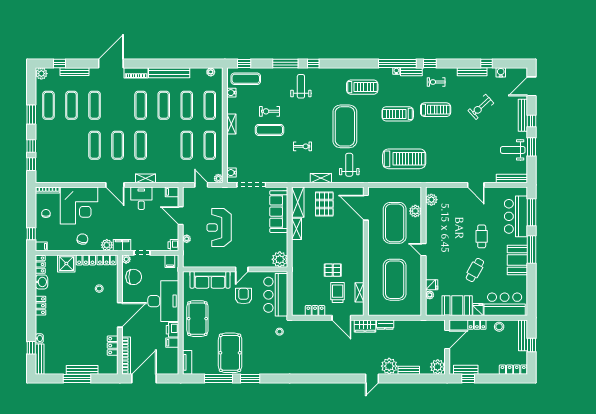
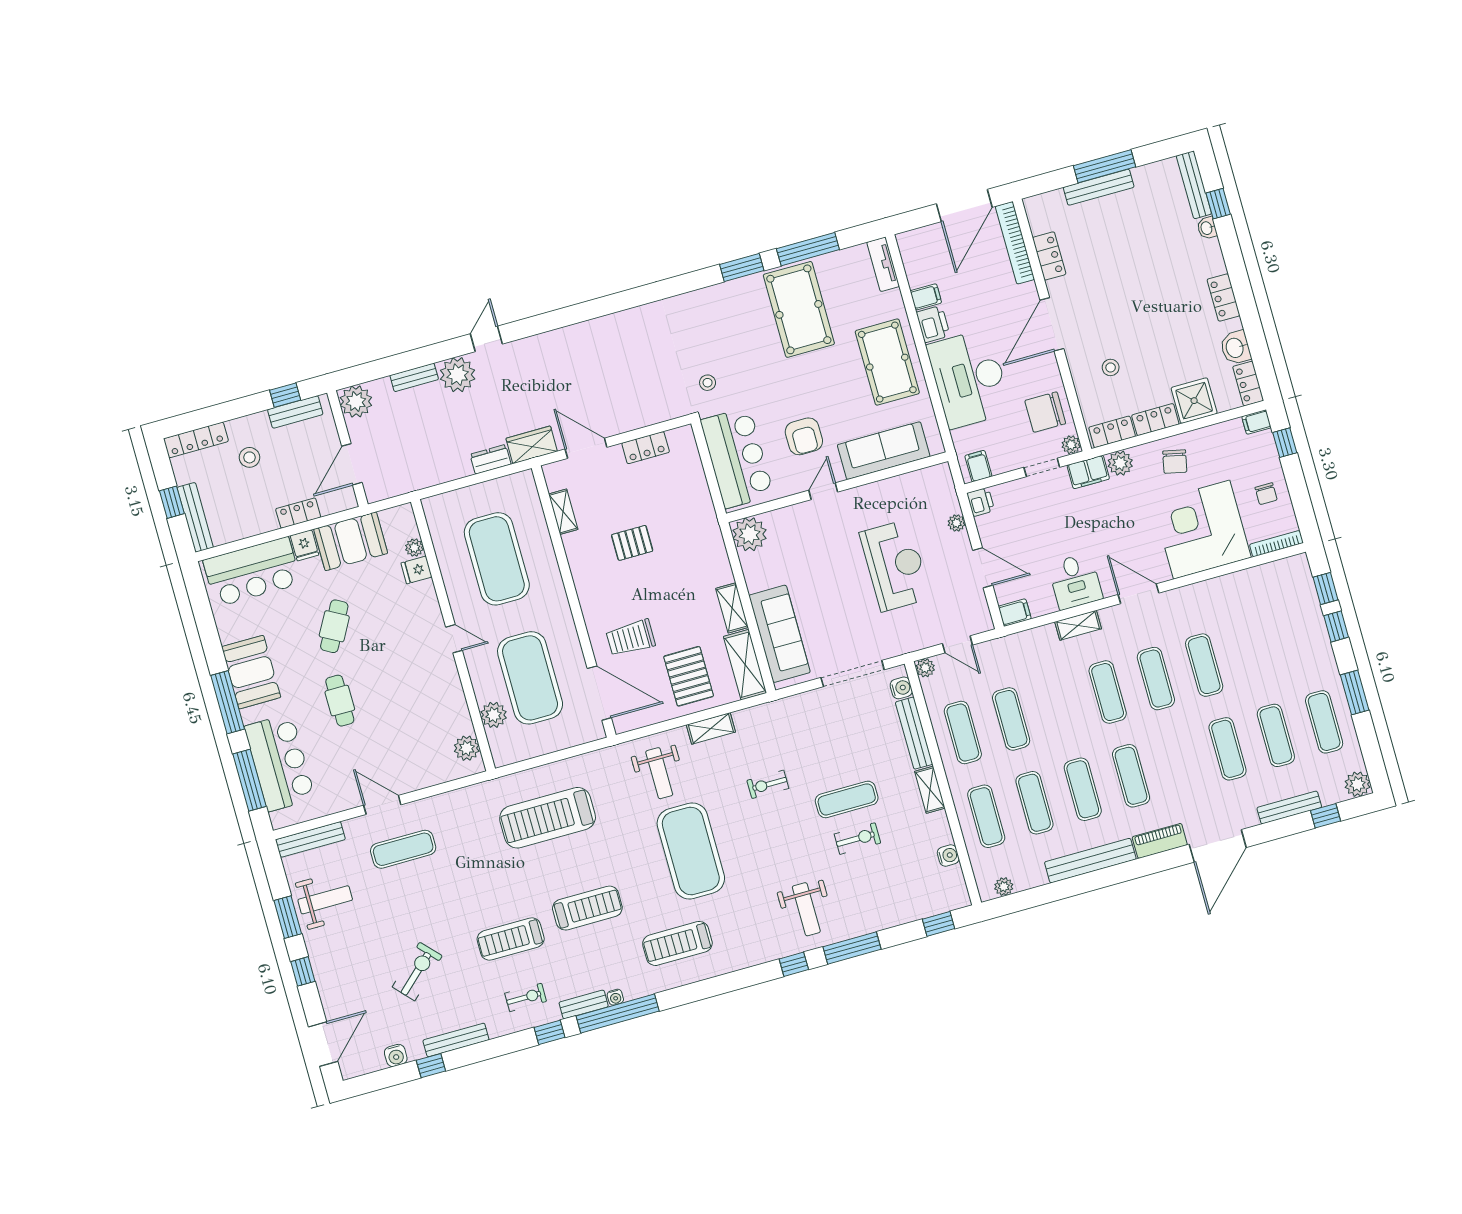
exercise mat: (246, 79) -> (403, 849), moved
bench: (523, 115) -> (914, 733), moved
trolley: (338, 292) -> (631, 638), moved, turned 90
stool: (499, 327) -> (249, 457), moved

